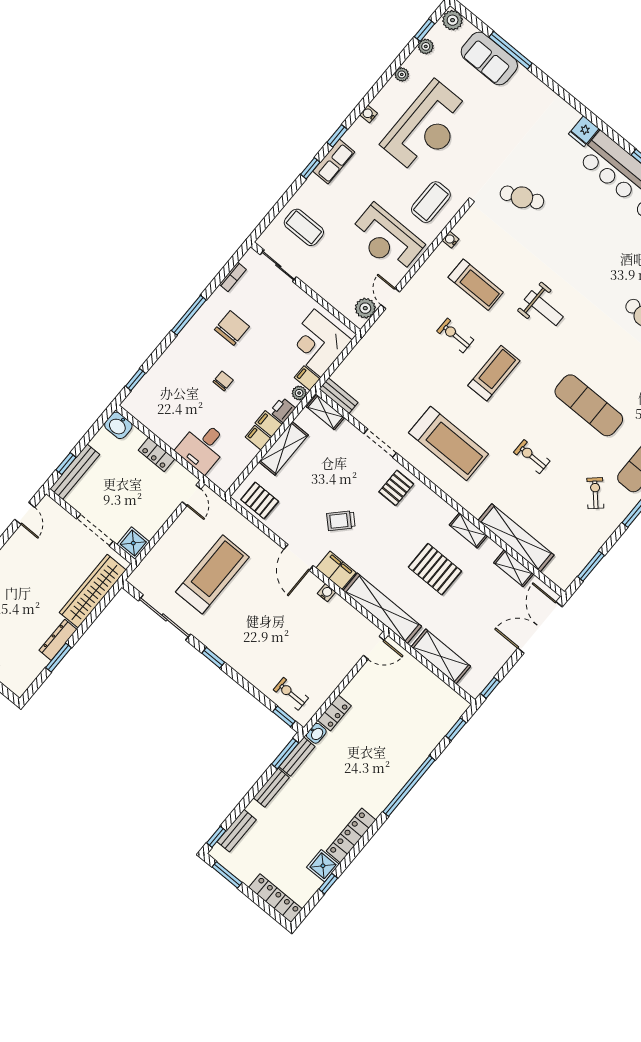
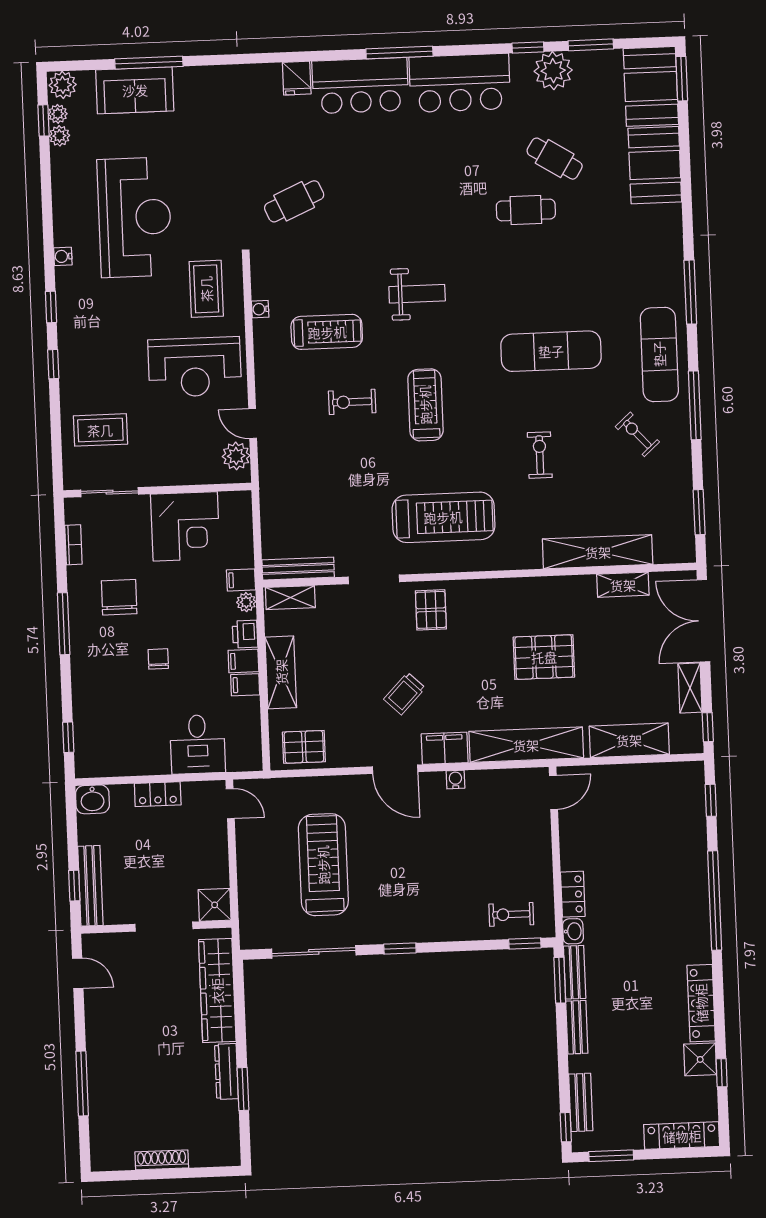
plant: (402, 74) -> (58, 114), moved
row of seats: (334, 162) -> (71, 336), removed
corner desk: (318, 343) -> (185, 526), moved, turned -90
bench: (339, 396) -> (298, 569), width x1.36
exercise bike: (532, 457) -> (540, 455), turned 90
shelving: (468, 530) -> (690, 688), moved, turned 90

